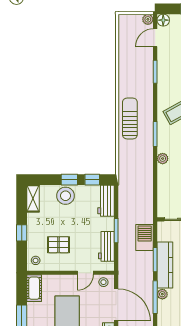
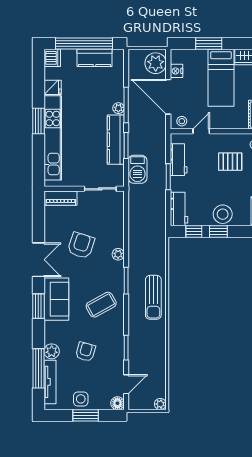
plant: (148, 19) -> (160, 404), moved

